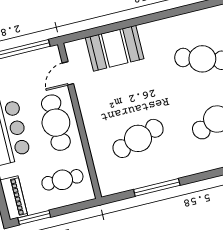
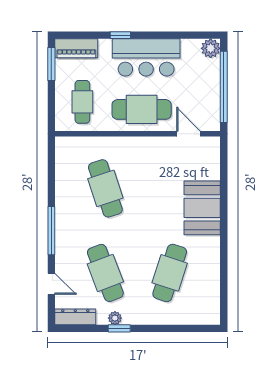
booth: (115, 48) -> (202, 208), moved
window: (157, 187) -> (51, 231), moved

